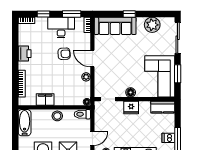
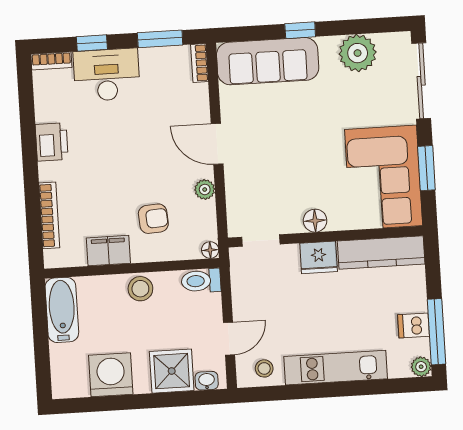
desk: (61, 27) -> (107, 75), moved
armchair: (64, 54) -> (153, 219), moved
kitchen counter: (163, 107) -> (381, 253), width x1.50

